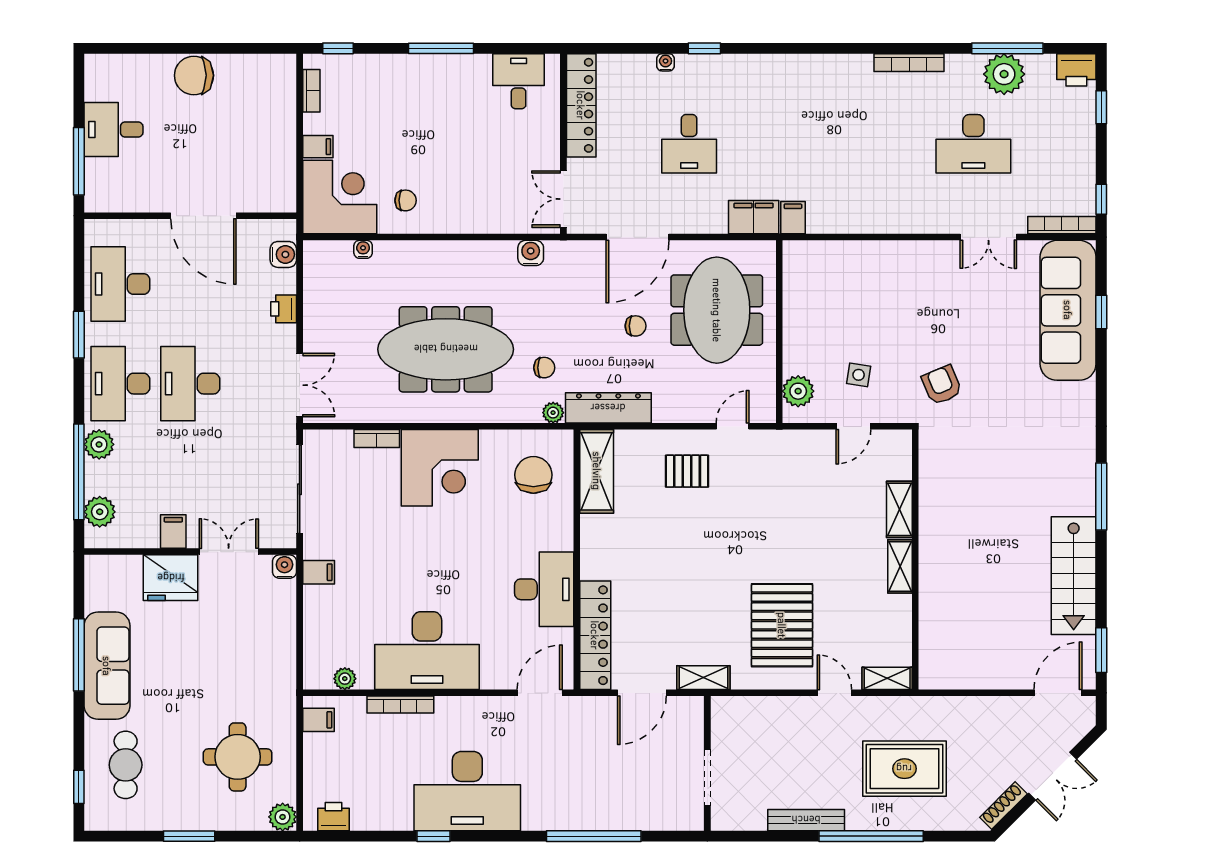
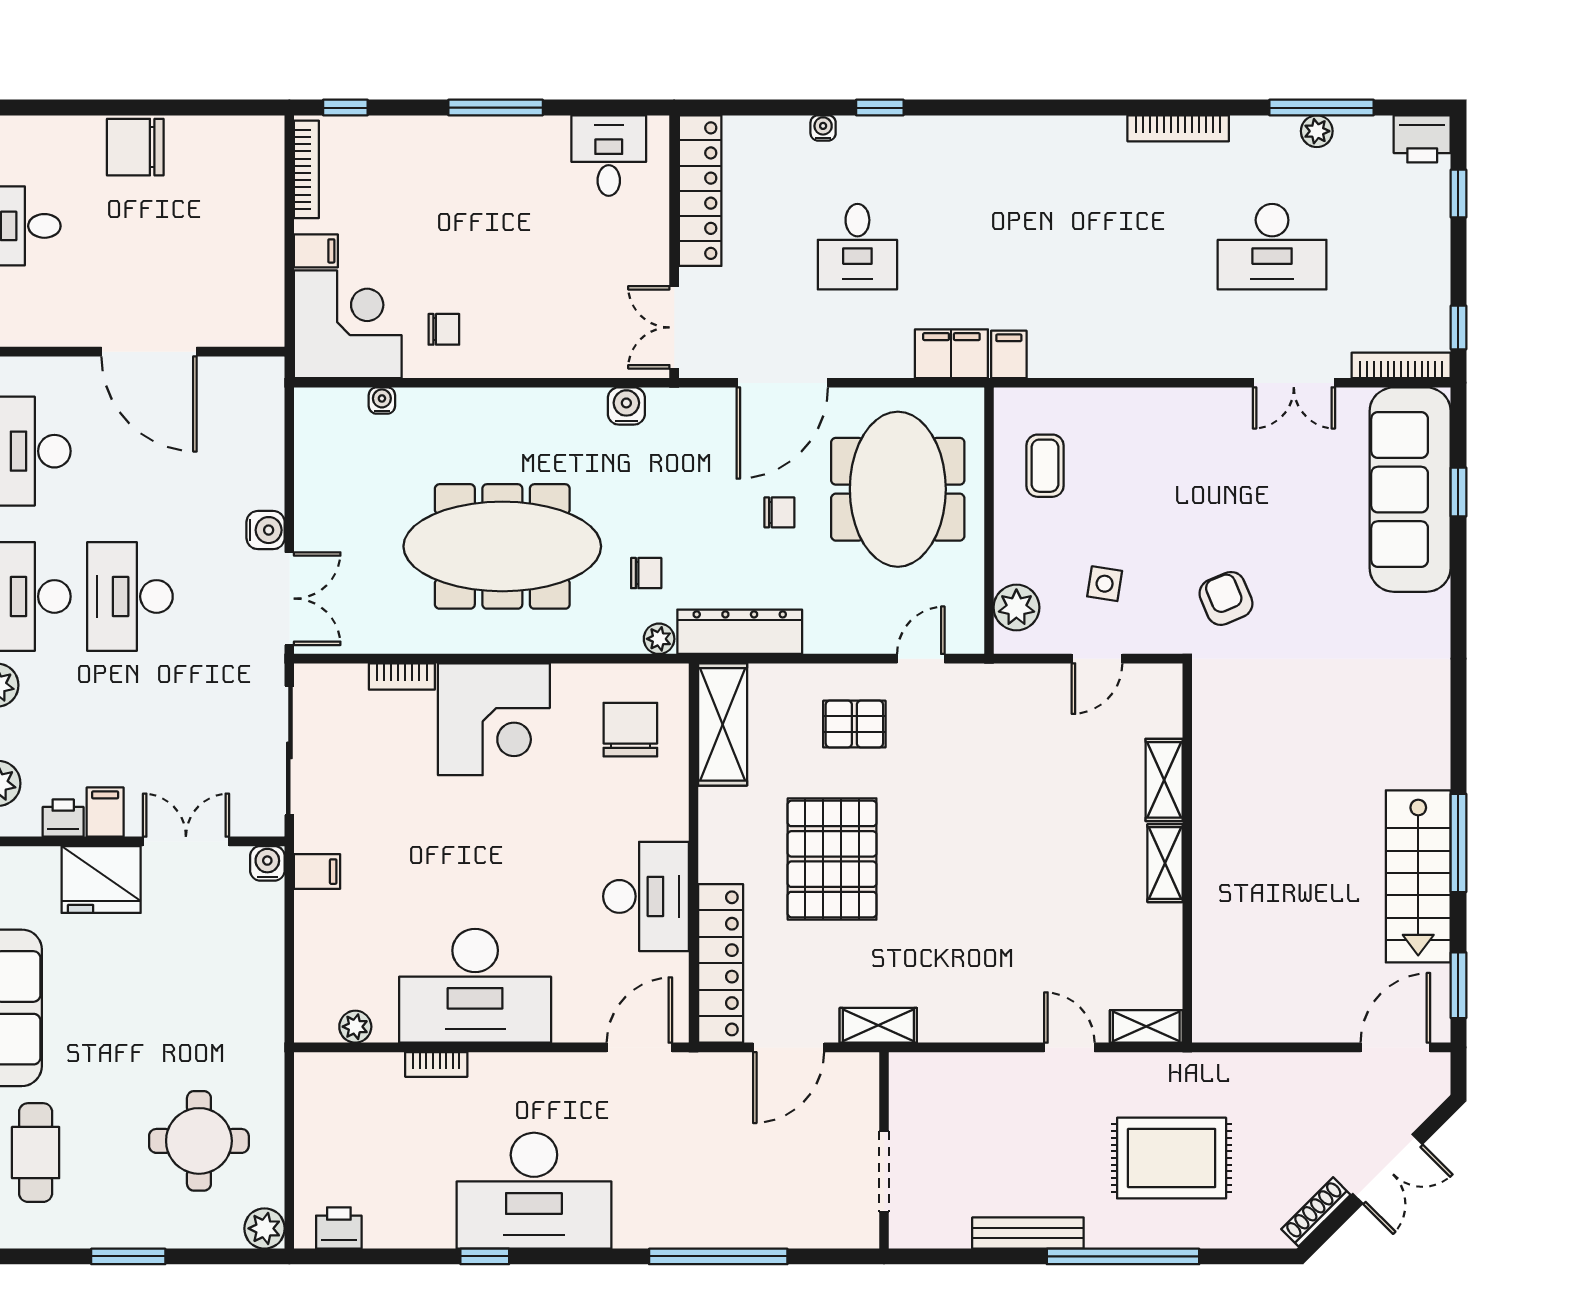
plant: (1004, 74) -> (1317, 131), width x0.53, depth x0.53
bookcase: (311, 91) -> (306, 169), width x1.56
water cooler: (283, 254) -> (266, 530), moved
coffee table: (818, 294) -> (1045, 466), added
printer: (284, 309) -> (63, 818), moved, turned 90
window: (1101, 496) -> (1458, 843), moved
pallet: (782, 625) -> (832, 859), moved
bookcase: (400, 704) -> (436, 1064), width x0.64
filing cabinet: (318, 720) -> (317, 1087), removed

